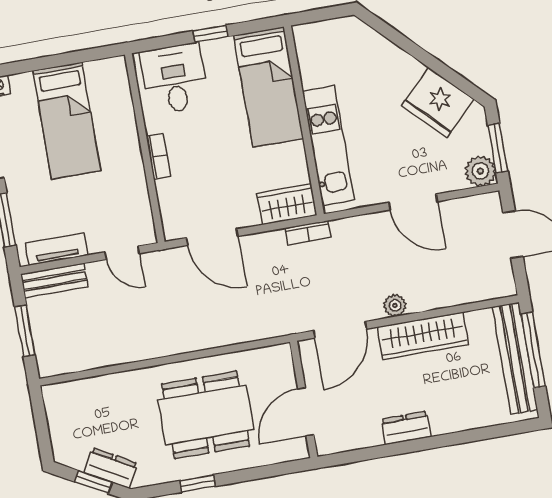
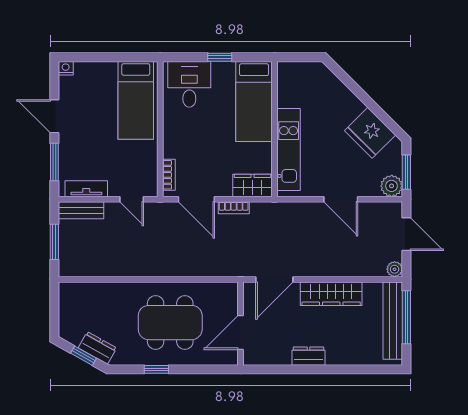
bed: (67, 121) -> (136, 100), moved
bookcase: (159, 156) -> (169, 175), moved
bookcase: (308, 233) -> (234, 208), moved
plant: (395, 305) -> (395, 269), moved

